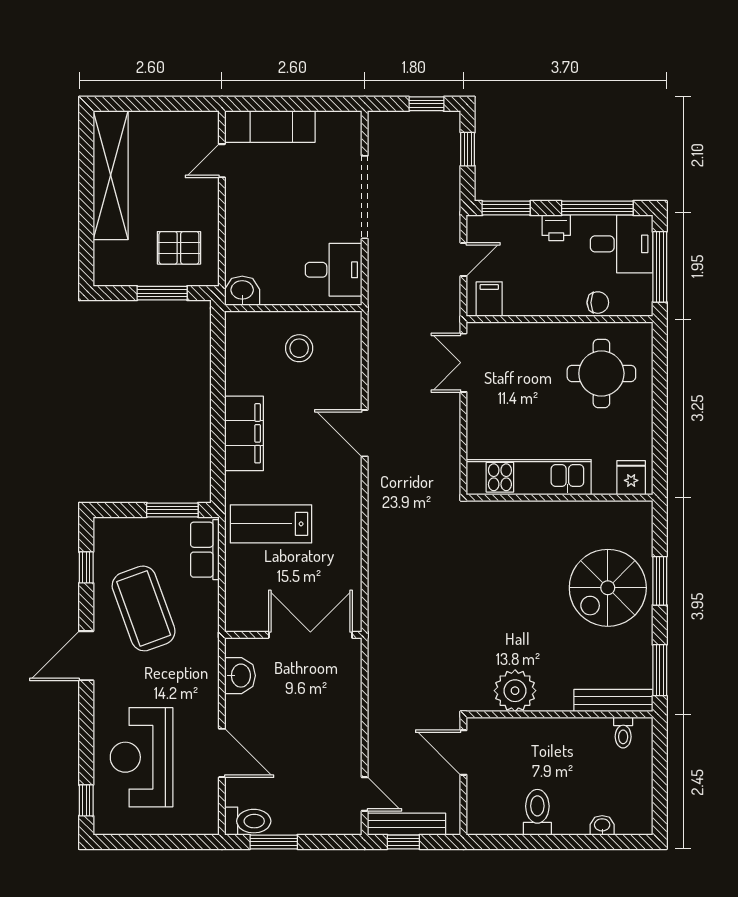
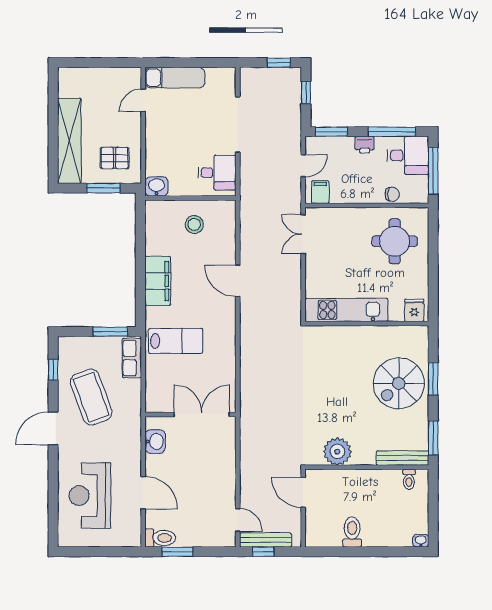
shelving: (111, 175) -> (69, 141), moved
lab bench: (271, 524) -> (176, 341), turned 180
window: (86, 800) -> (53, 524), removed
washbasin: (602, 825) -> (421, 541), moved

